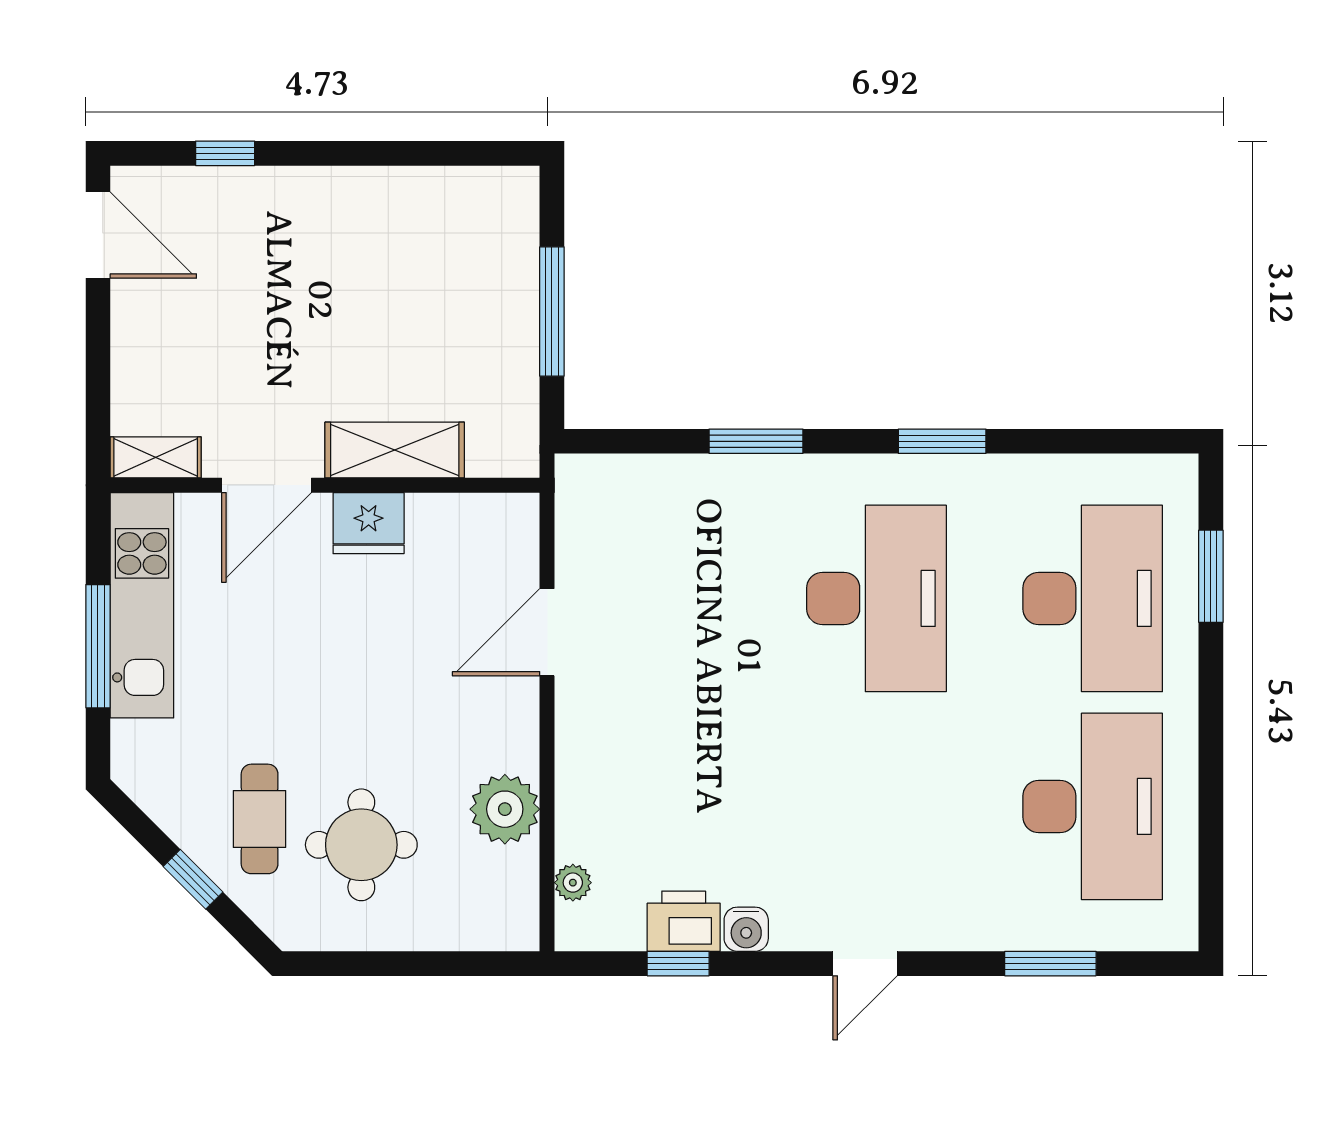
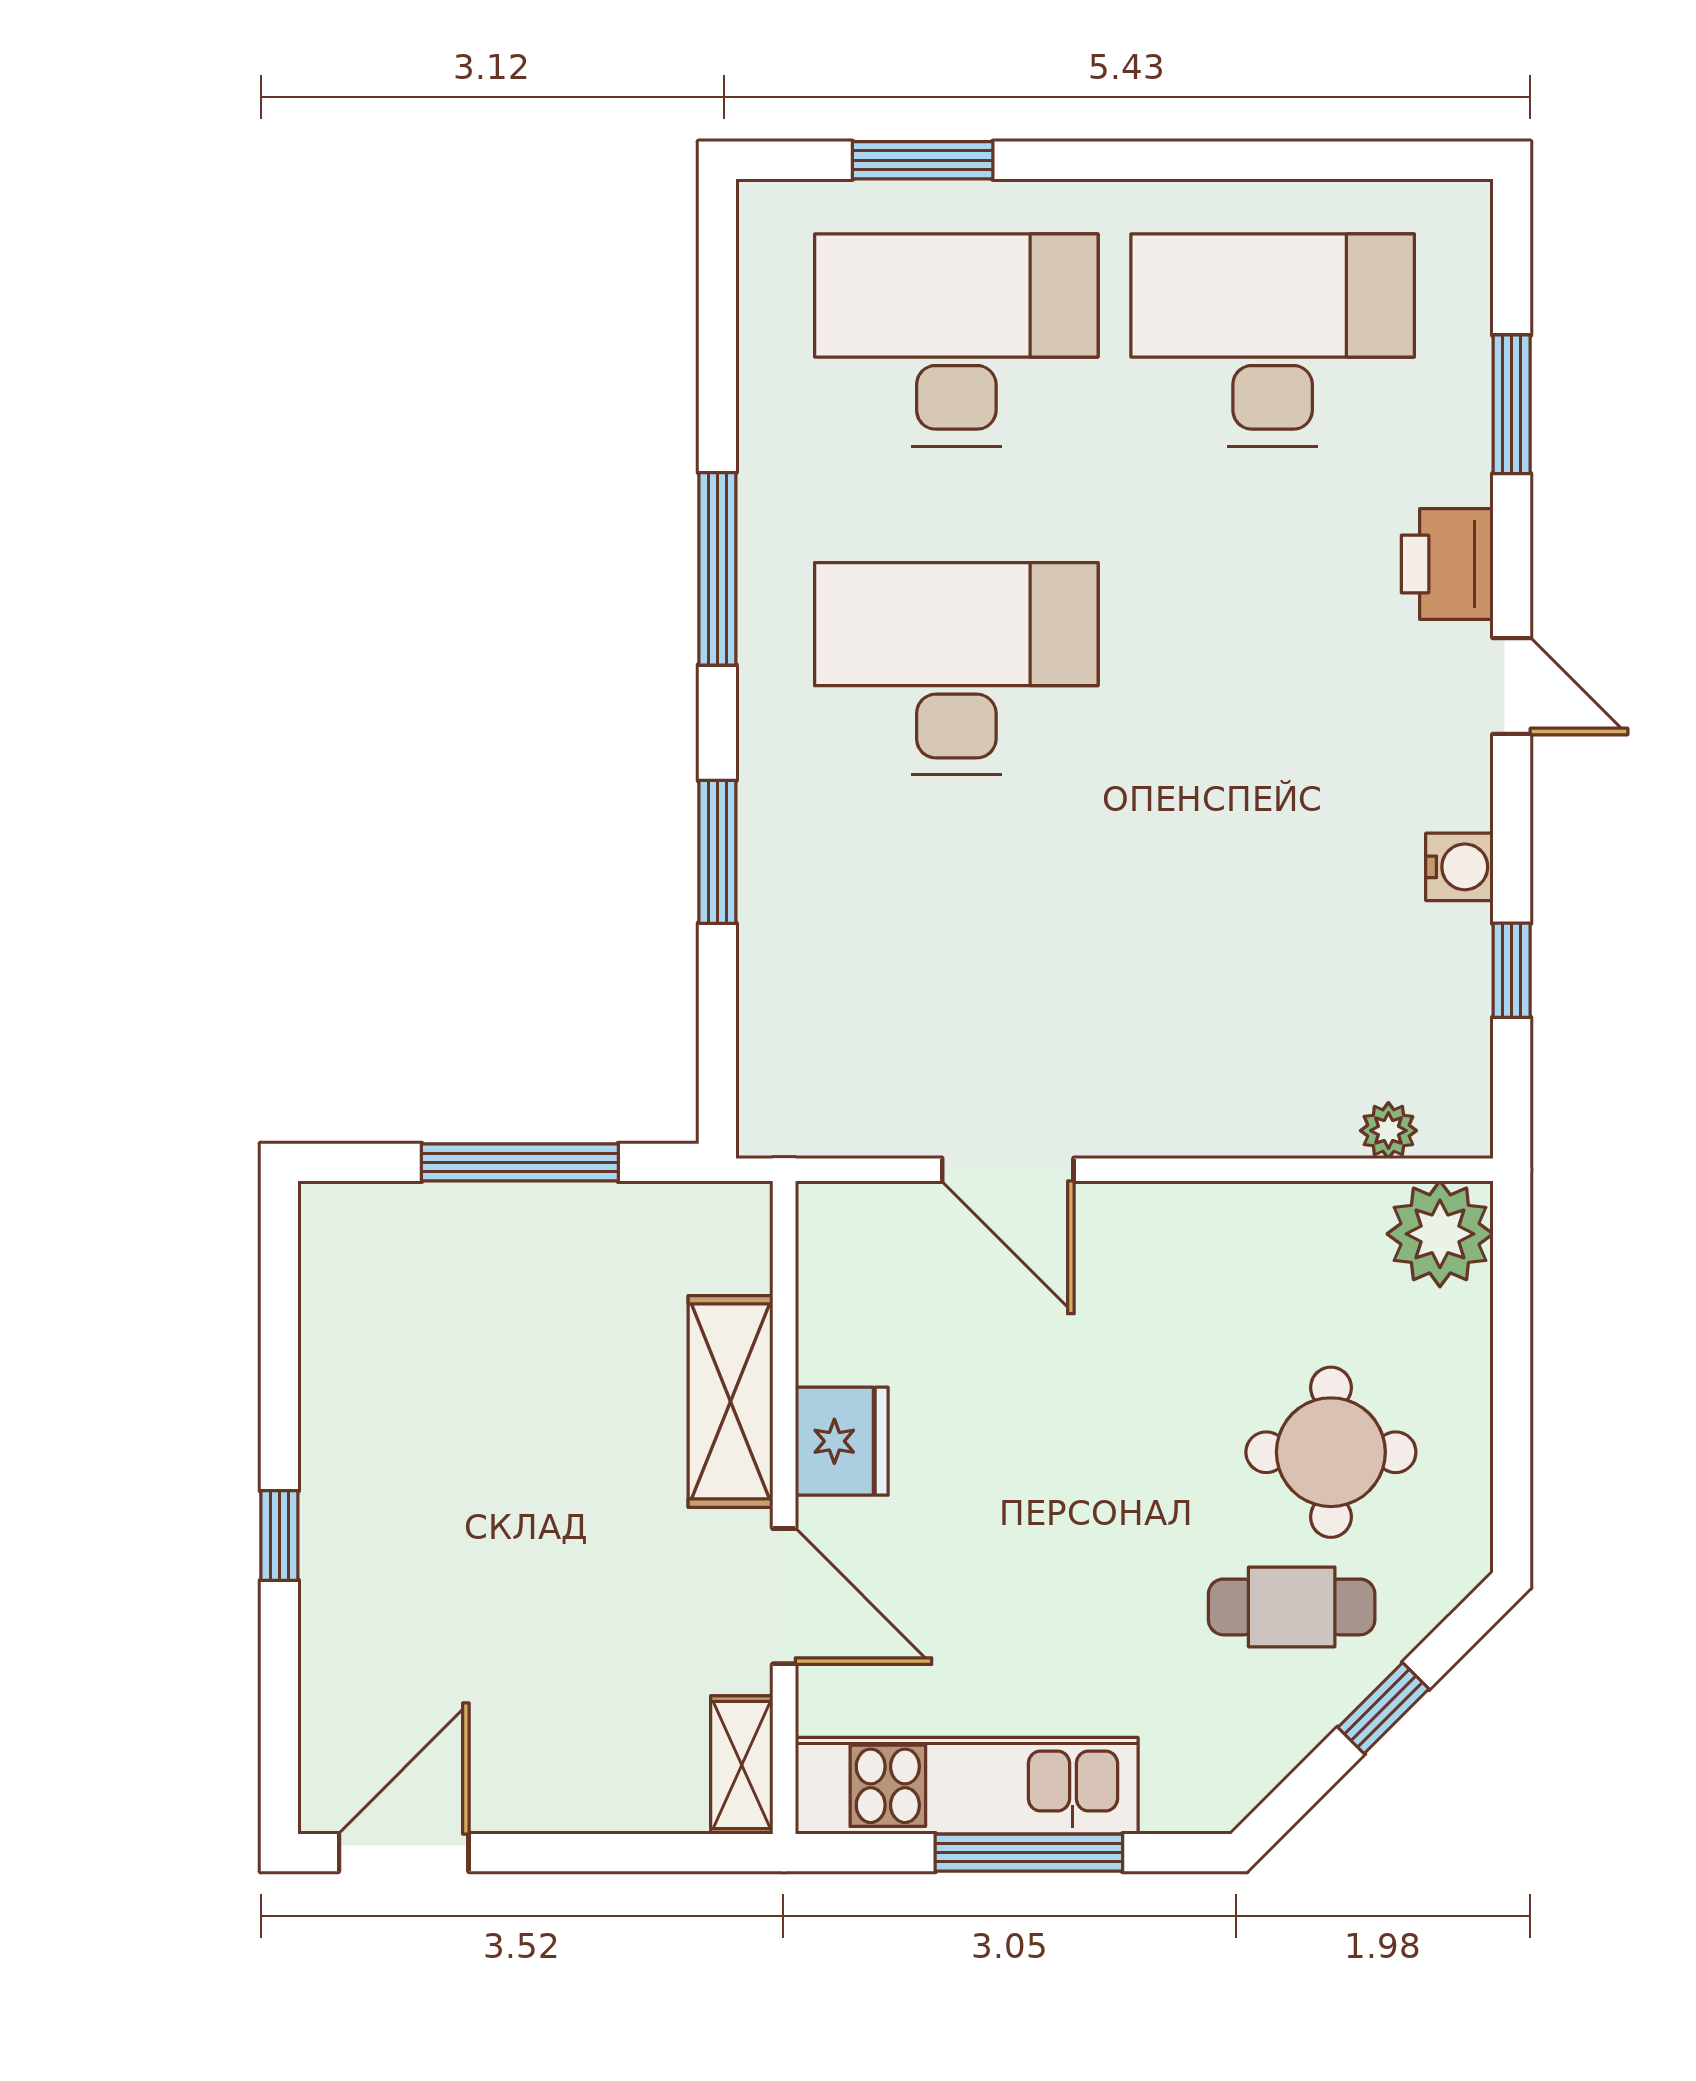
window: (225, 153) -> (279, 1536), moved
window: (942, 441) -> (717, 569), width x1.44
plant: (505, 809) -> (1440, 1234), moved
printer: (684, 921) -> (1447, 564), moved

